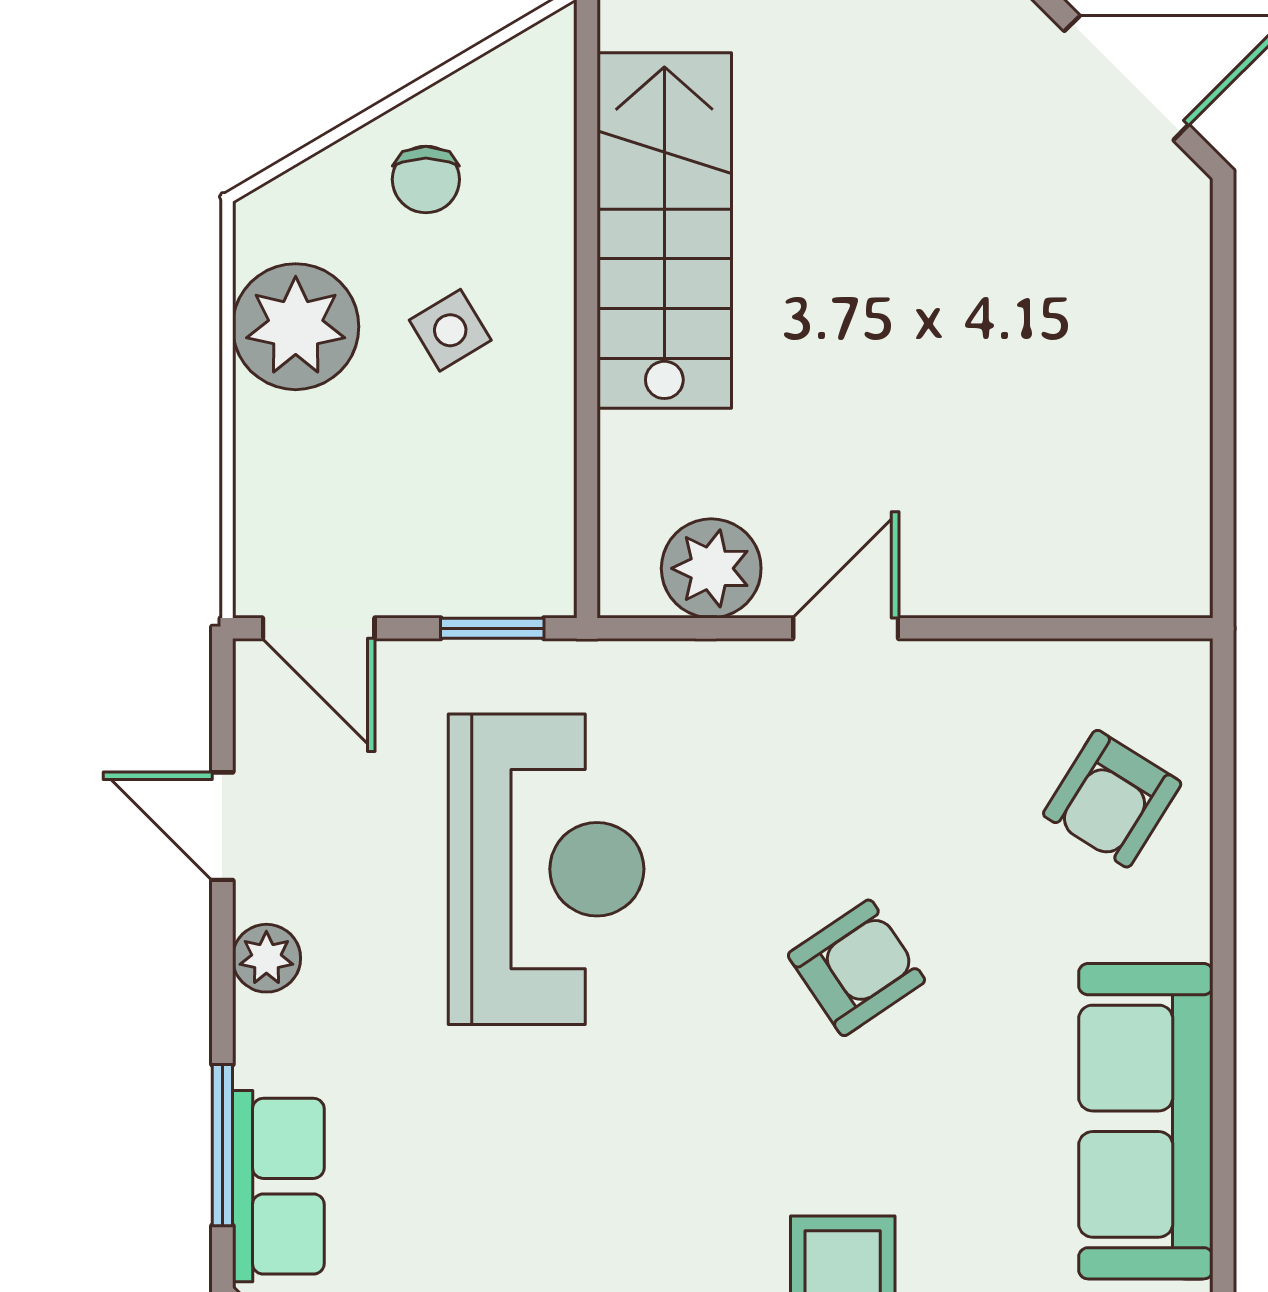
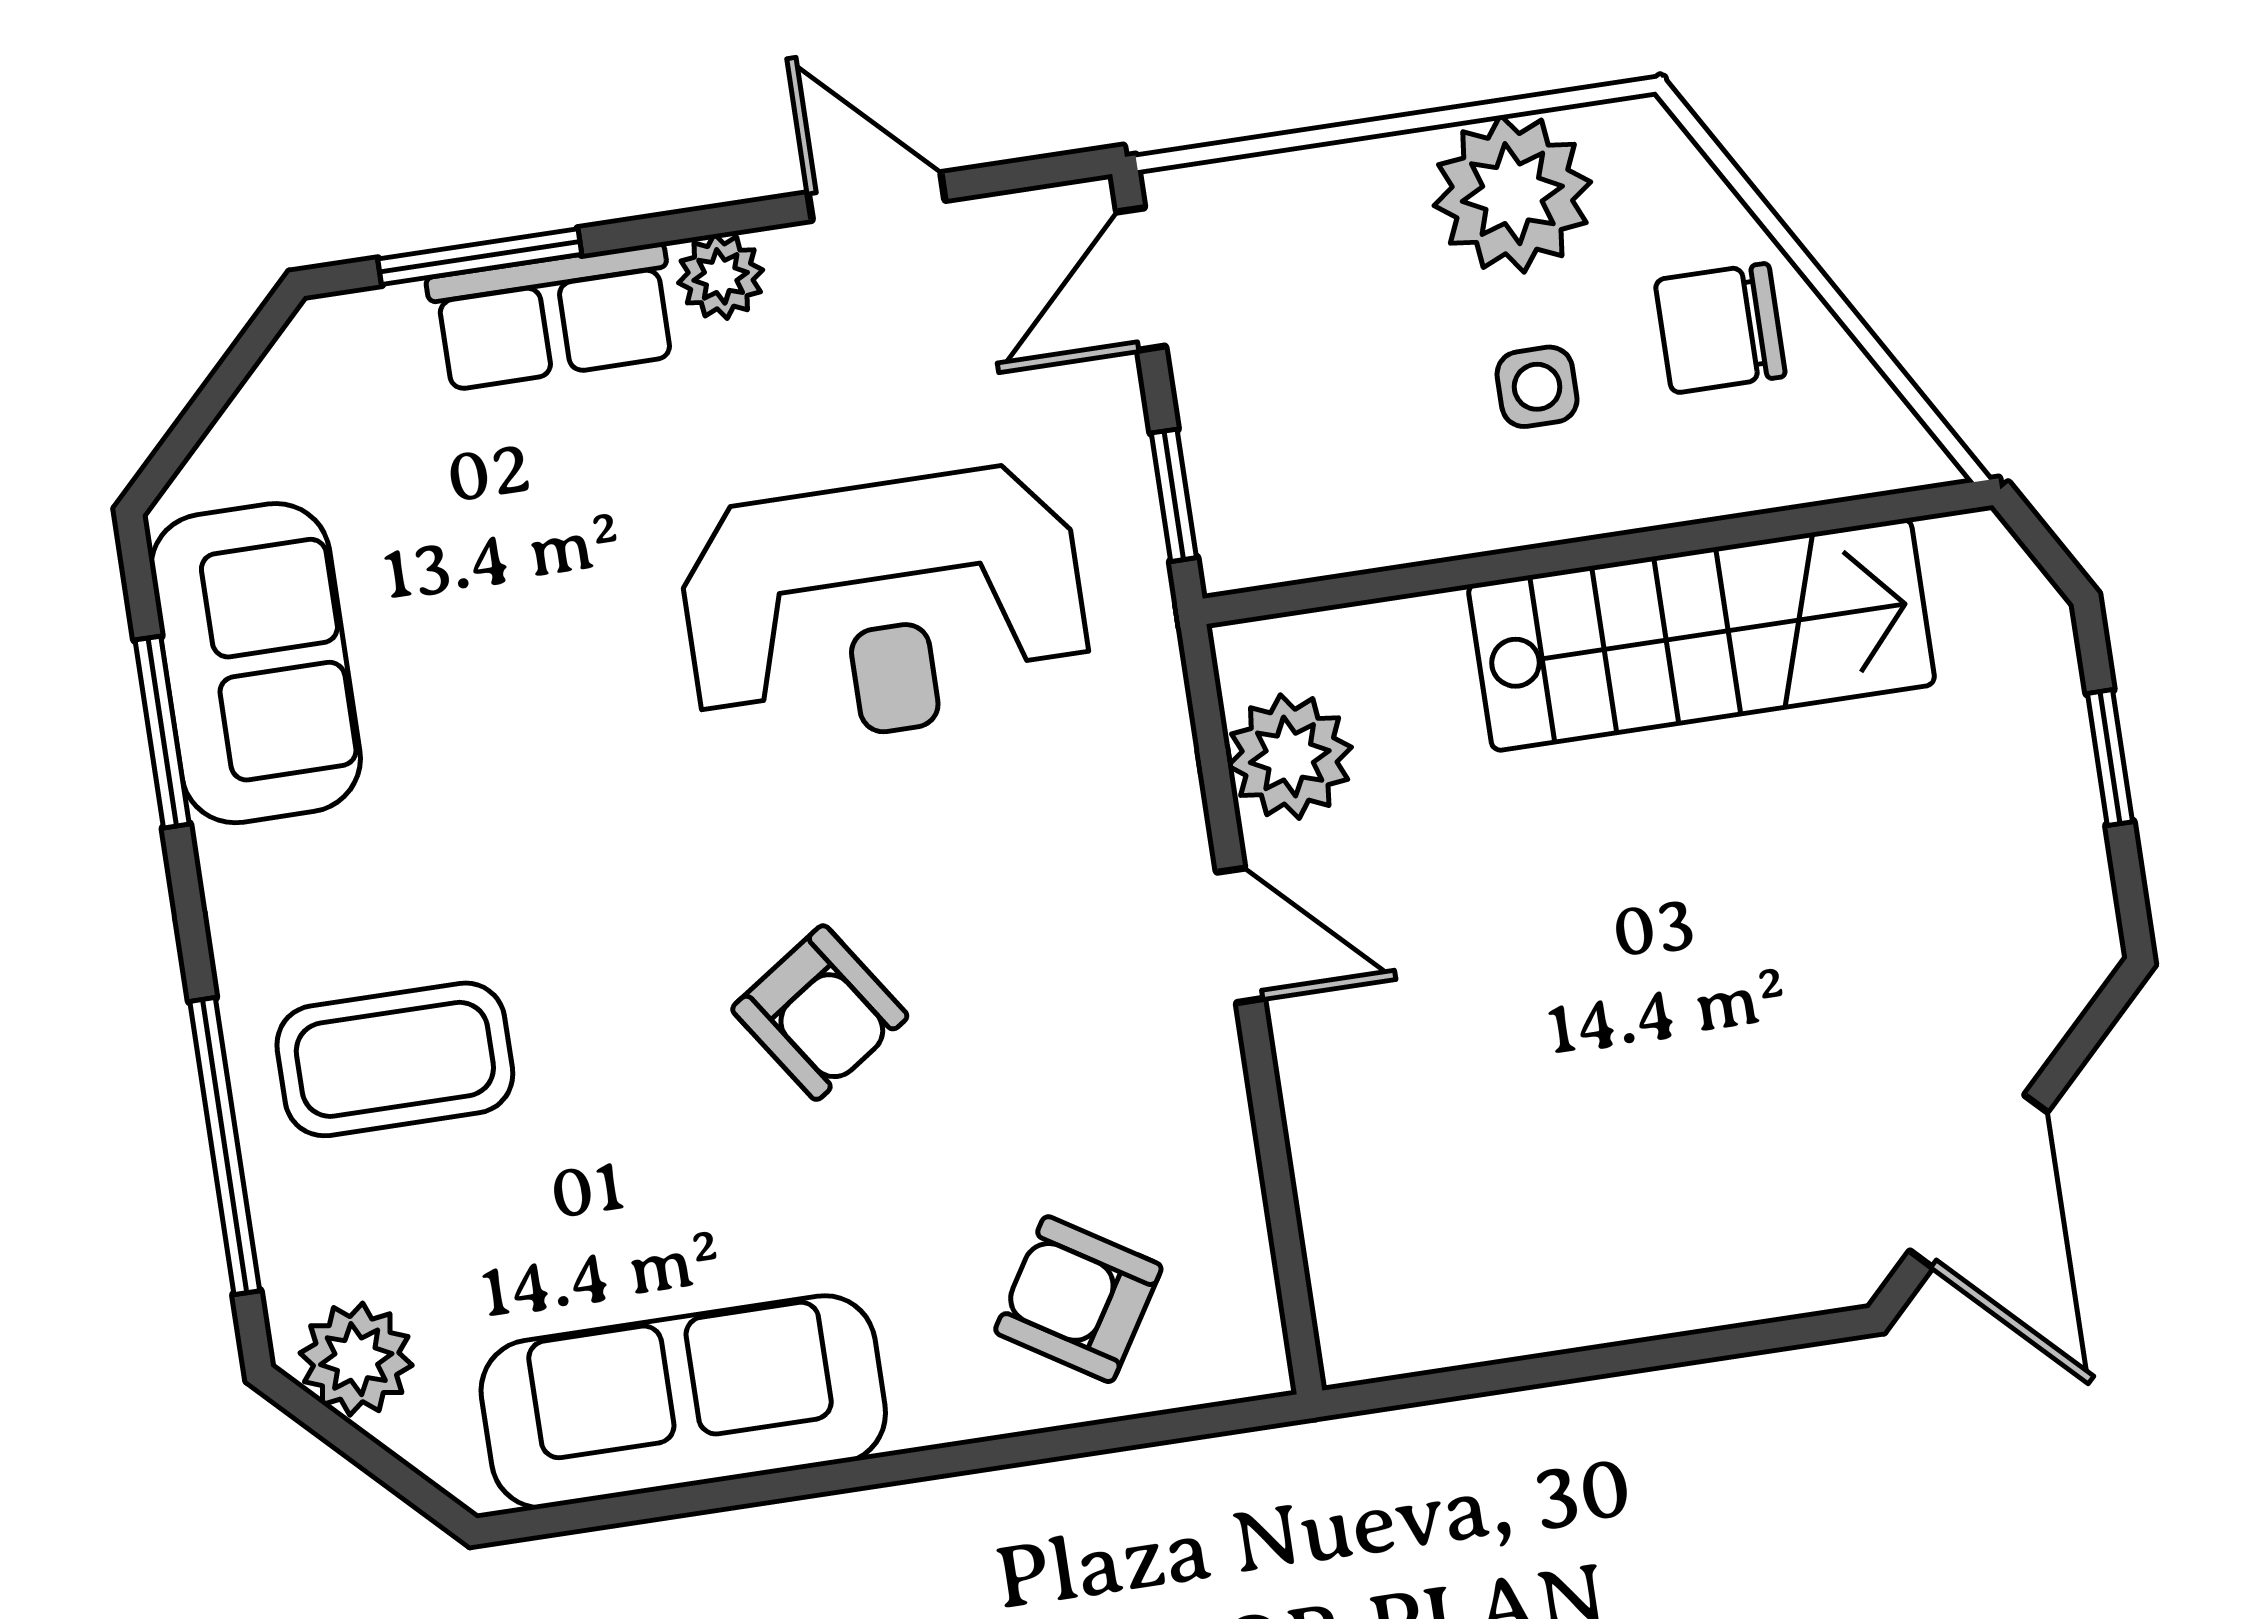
chair: (426, 179) -> (1720, 328), width x1.37, depth x1.37
side table: (450, 330) -> (1537, 387), turned 31
door: (222, 826) -> (877, 197), hinge flipped
row of seats: (278, 1186) -> (553, 317), moved

